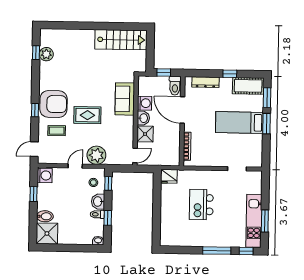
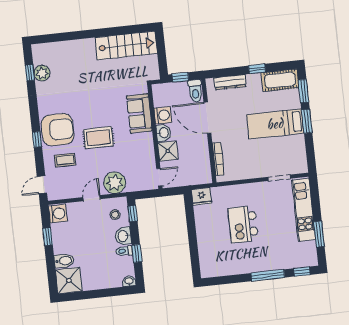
kitchen unit: (254, 221) -> (304, 210), moved

